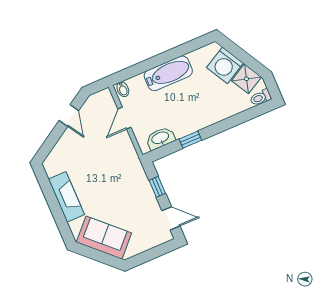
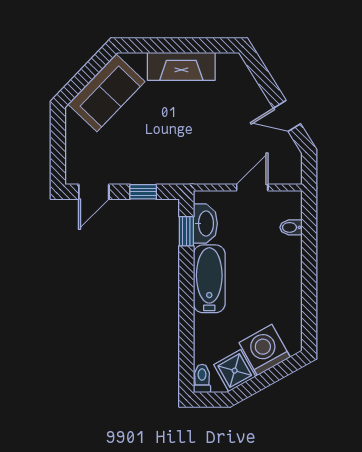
bathtub: (168, 73) -> (209, 279), moved, turned 180
bidet: (123, 89) -> (291, 227), moved
door: (124, 118) -> (252, 188), hinge flipped
window: (190, 140) -> (186, 231), moved

